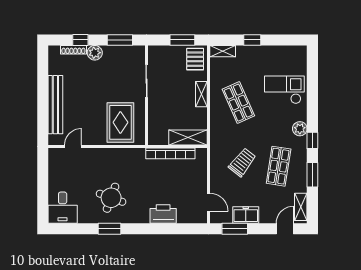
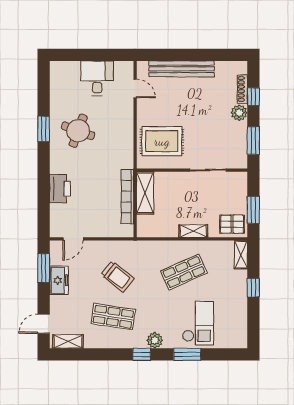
shelving: (188, 137) -> (145, 193), moved
window: (312, 175) -> (187, 354), moved
desk: (63, 208) -> (97, 78), moved, turned 90
door: (285, 229) -> (44, 324), swing flipped

